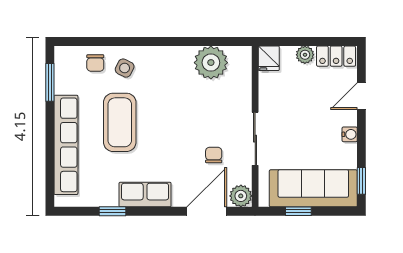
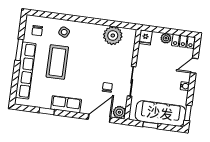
chair: (95, 63) -> (37, 31), moved
window: (50, 82) -> (19, 50), moved

